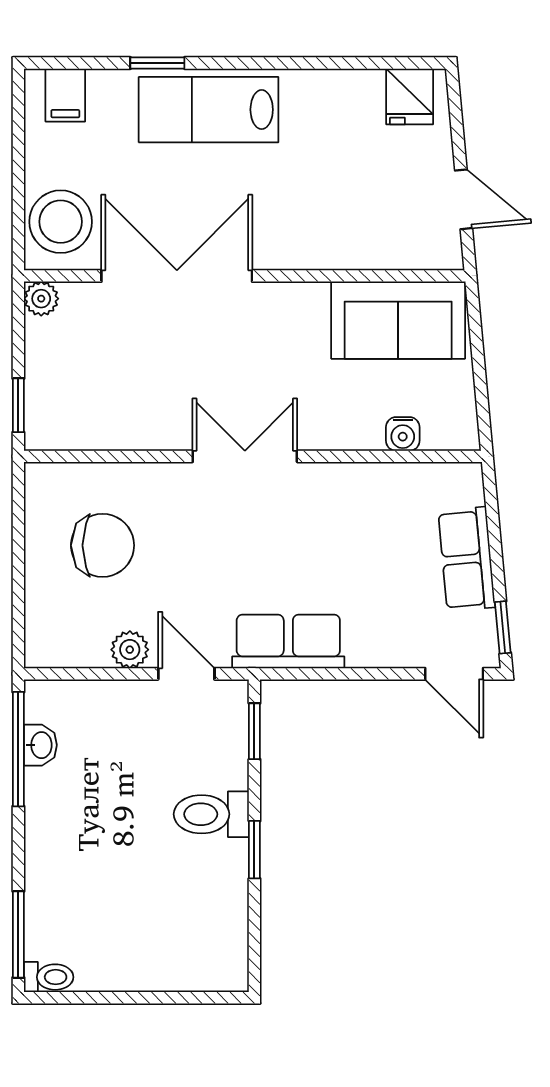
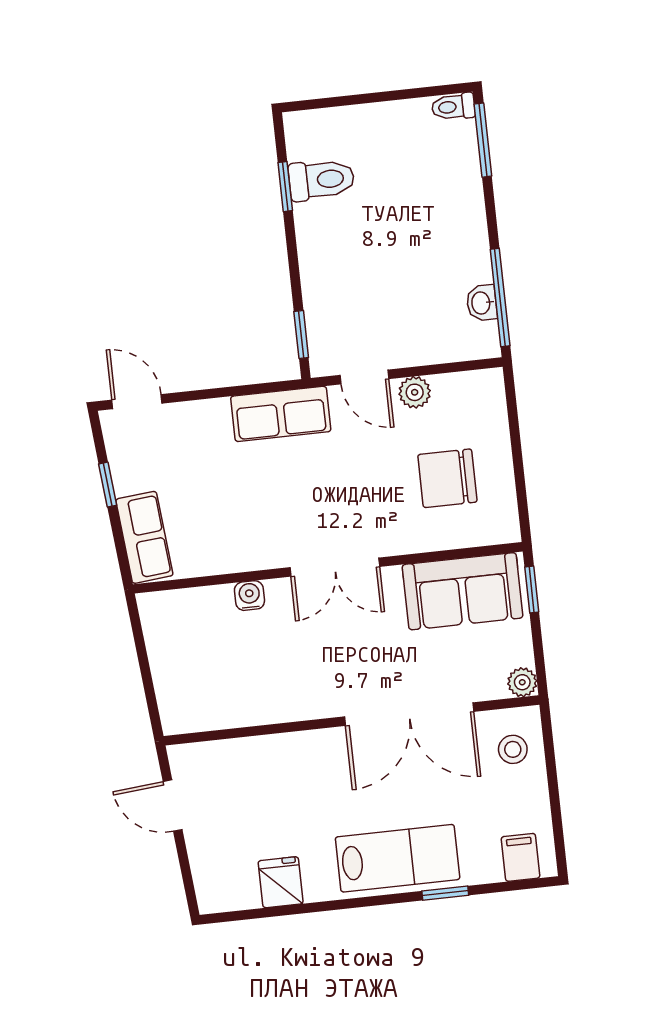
fridge: (410, 96) -> (281, 882), moved
stool: (61, 222) -> (513, 749), width x0.53, depth x0.53
sofa: (398, 320) -> (463, 591), moved, turned 180
water cooler: (403, 434) -> (249, 596), moved
row of seats: (467, 559) -> (144, 537), moved
window: (503, 627) -> (108, 485), moved
toilet: (211, 814) -> (321, 180), moved
window: (254, 850) -> (285, 187), moved

